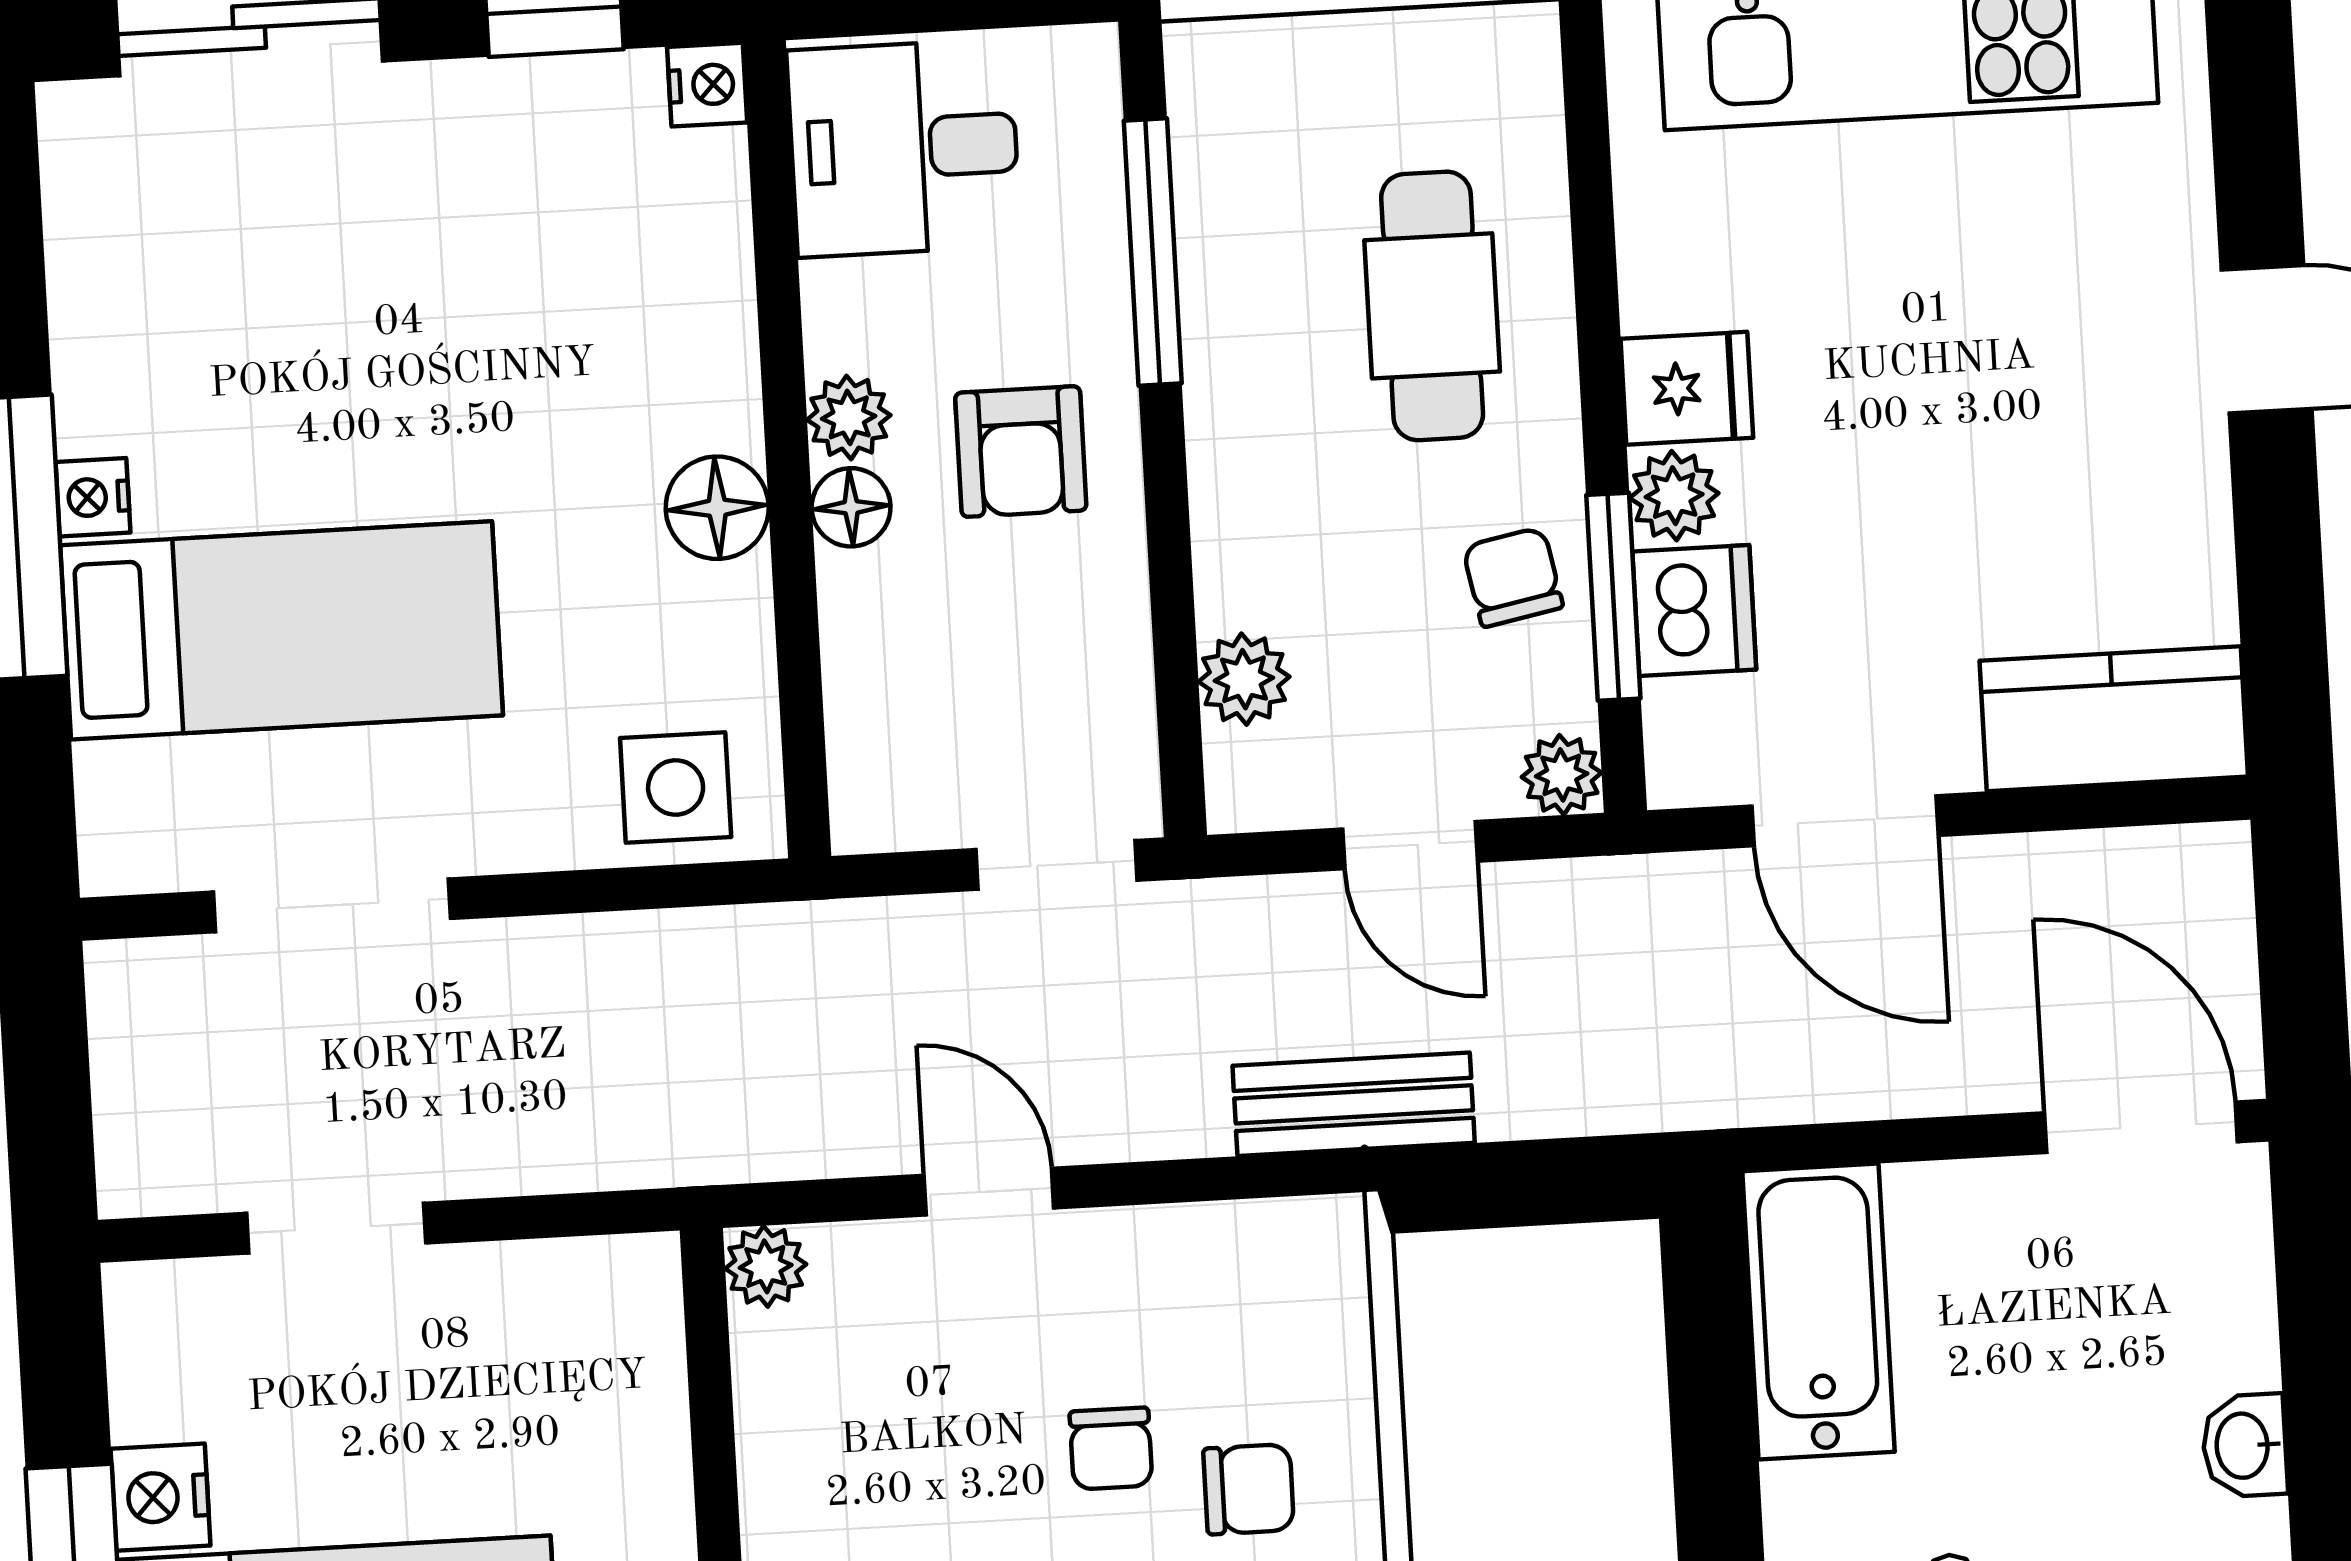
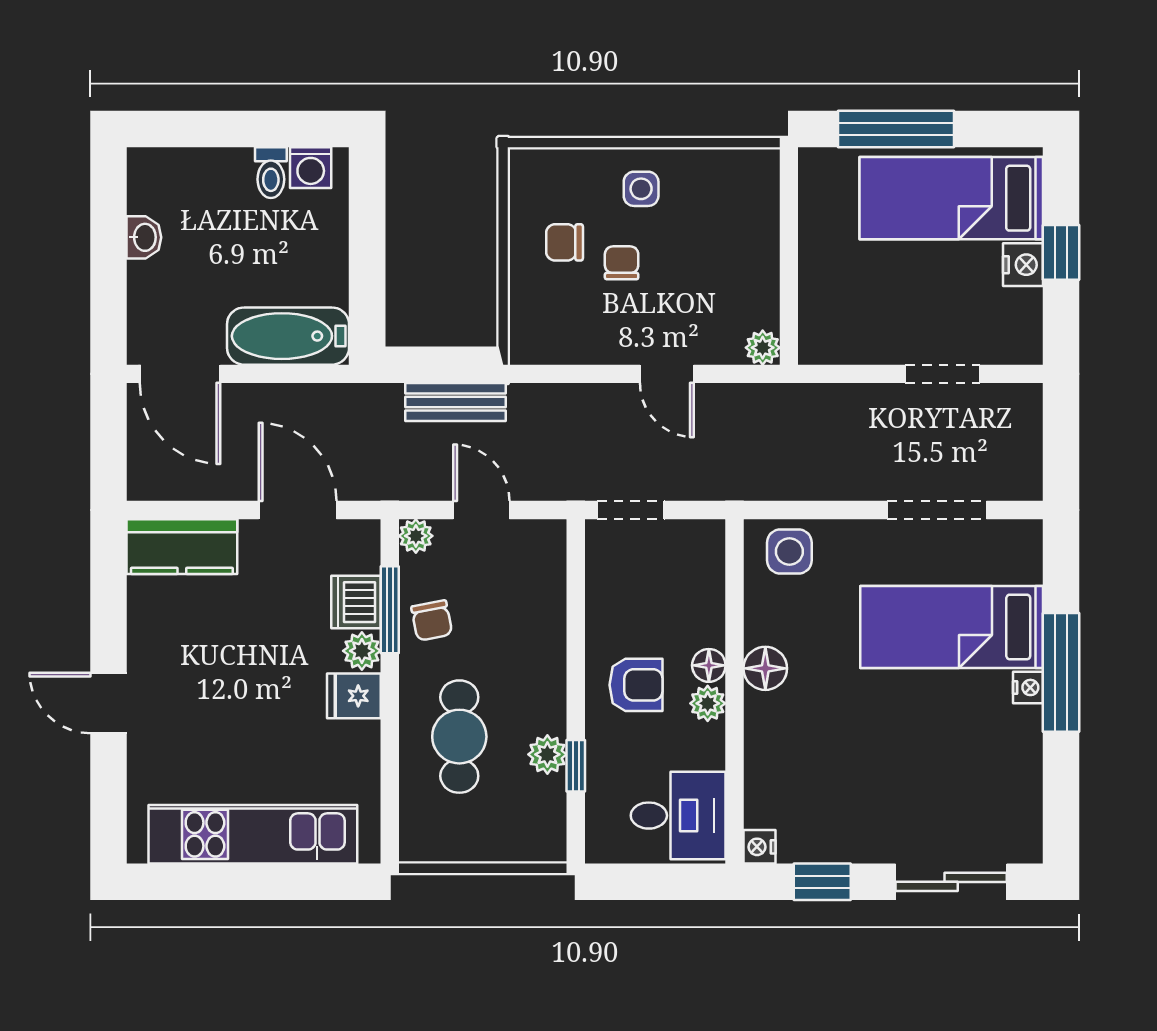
window: (1153, 252) -> (576, 766), width x0.46
armchair: (1021, 452) -> (636, 685), turned 90
plant: (1244, 679) -> (547, 754), moved
bench: (1354, 1104) -> (456, 402), moved
bathtub: (1819, 1311) -> (288, 336), moved, turned 90

